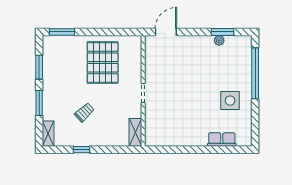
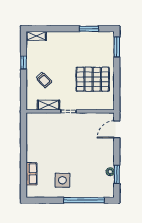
door: (166, 32) -> (117, 129), swing flipped
window: (39, 103) -> (60, 29), removed
trolley: (84, 112) -> (44, 80), moved
shelving: (135, 132) -> (48, 105), moved

